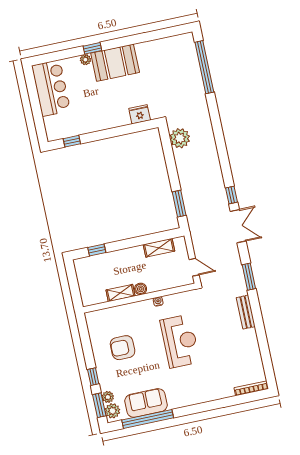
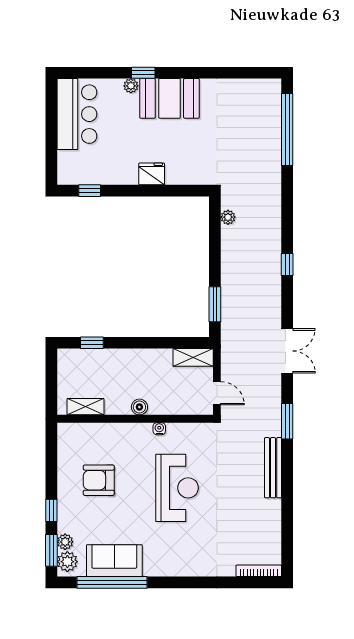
fridge: (140, 114) -> (152, 174), moved
plant: (180, 138) -> (228, 217), width x0.53, depth x0.53
window: (232, 195) -> (287, 265), moved
shelving: (159, 248) -> (193, 357), moved
shelving: (120, 293) -> (86, 407), moved
bench: (246, 312) -> (273, 468), width x1.36

